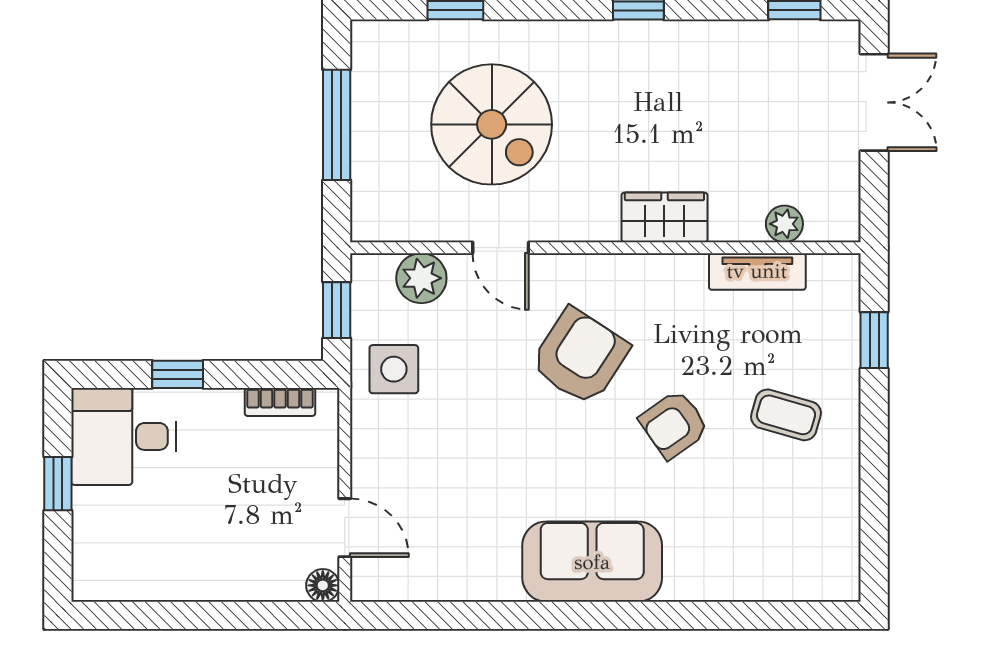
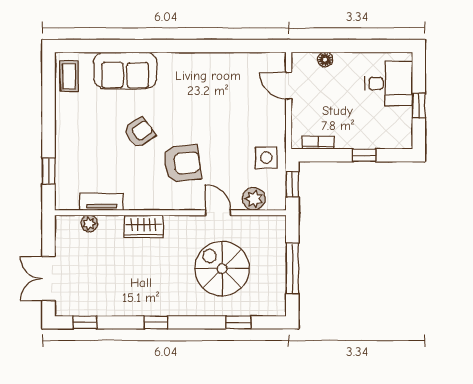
armchair: (580, 357) -> (182, 163), turned -129
coffee table: (786, 415) -> (69, 76), moved, turned 74
desk: (124, 436) -> (389, 83), moved
sofa: (592, 562) -> (125, 70), moved
floor lamp: (323, 585) -> (325, 60), moved

